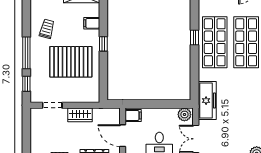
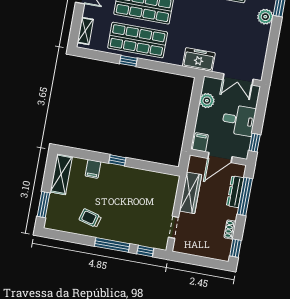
pallet: (71, 62) -> (130, 199), removed
freezer: (207, 101) -> (199, 60), width x0.71
wardrobe: (80, 115) -> (191, 193), width x1.50
plant: (184, 115) -> (207, 101), moved

